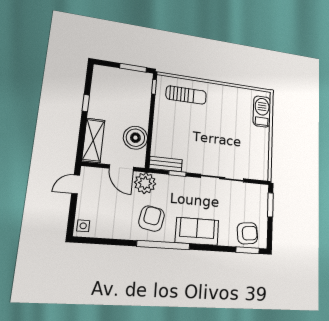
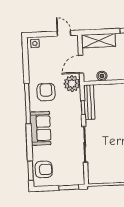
boiler: (135, 138) -> (102, 76), width x0.54, depth x0.54
bench: (166, 164) -> (89, 102), width x1.36
armchair: (152, 219) -> (46, 92), turned -101
armchair: (247, 233) -> (44, 169), turned -84

